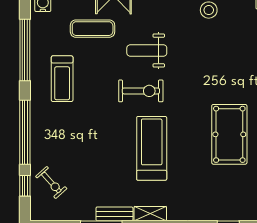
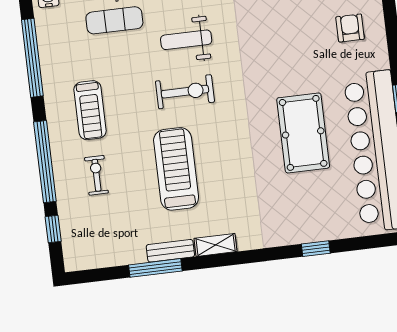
treadmill: (62, 79) -> (90, 110), moved
treadmill: (152, 148) -> (176, 169), moved
exercise bike: (51, 183) -> (96, 175), moved, turned -138

